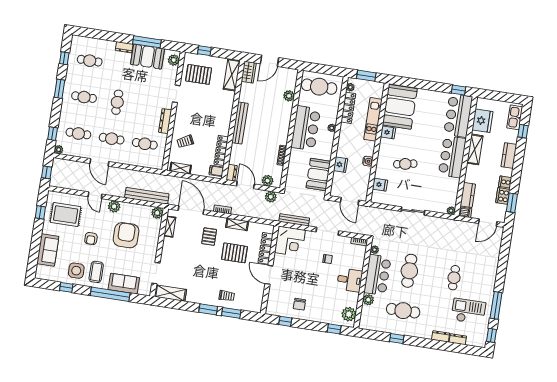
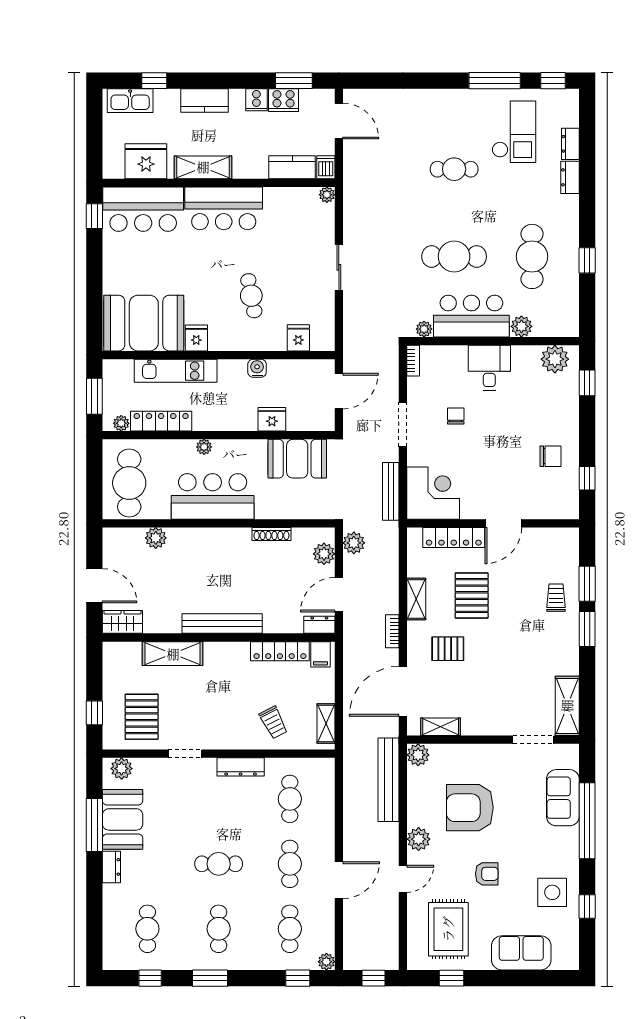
shelving: (232, 75) -> (173, 654), moved
coffee table: (96, 272) -> (549, 854), removed
checkout: (468, 311) -> (514, 132), turned 180

